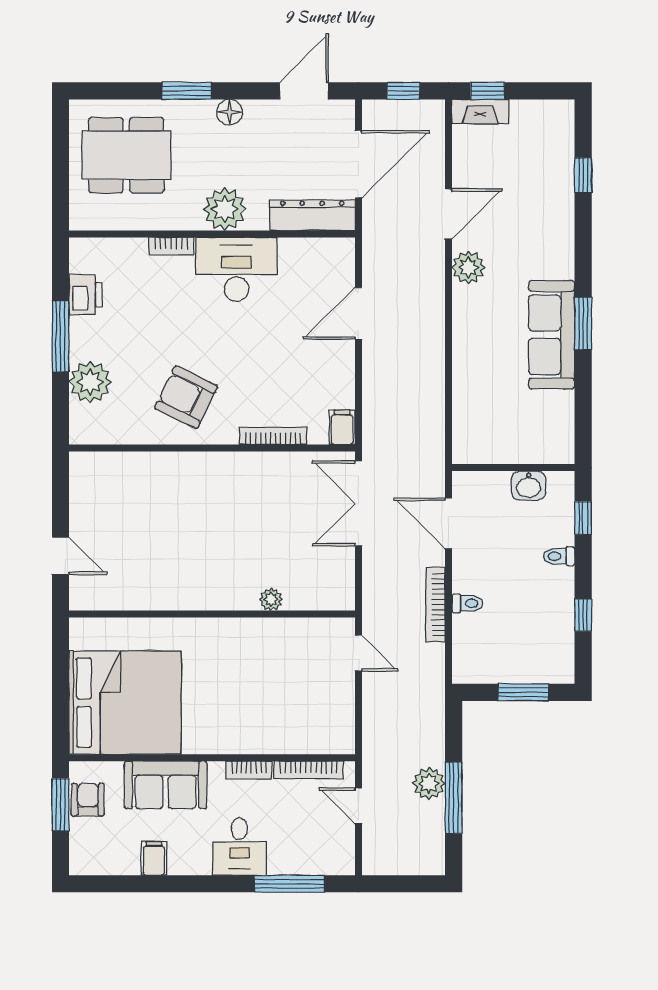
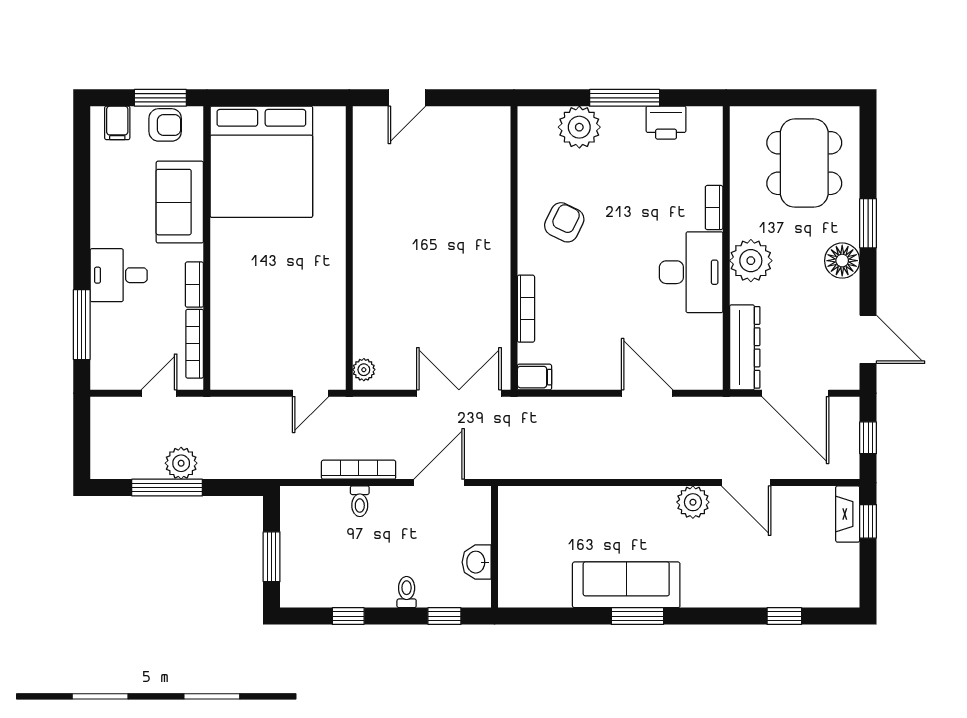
floor lamp: (229, 112) -> (842, 261), width x1.38, depth x1.38
armchair: (186, 397) -> (564, 222), width x0.72, depth x0.72
plant: (271, 599) -> (364, 370), moved
filing cabinet: (154, 858) -> (117, 123), moved, turned 90

